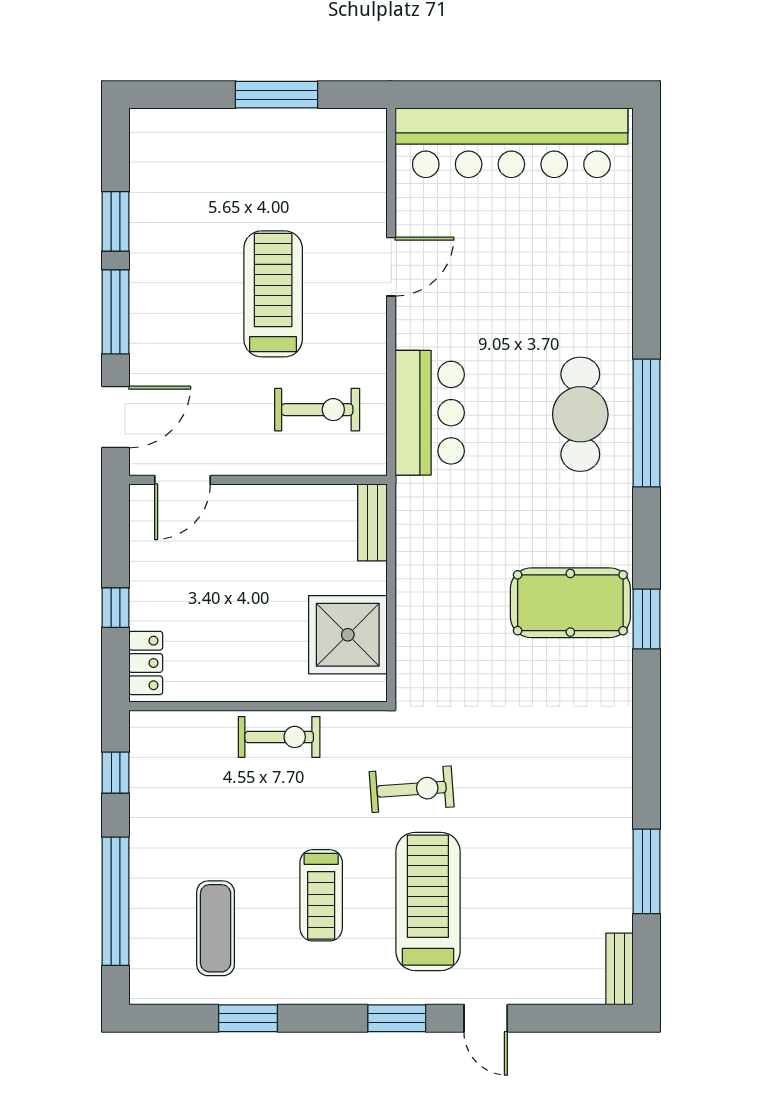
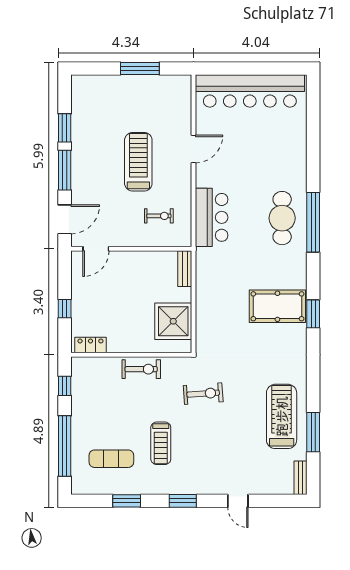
exercise bike: (317, 410) -> (159, 216), width x0.73, depth x0.72
locker: (146, 663) -> (90, 345), moved, turned -90
treadmill: (428, 901) -> (282, 416), moved
exercise mat: (216, 928) -> (111, 459), turned 90
window: (397, 1018) -> (183, 501), moved

